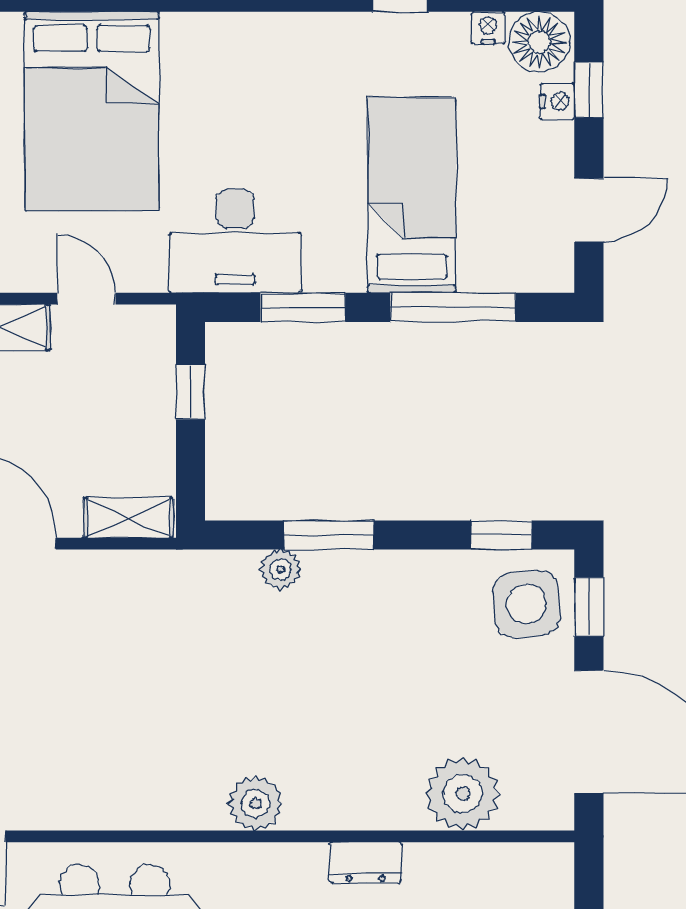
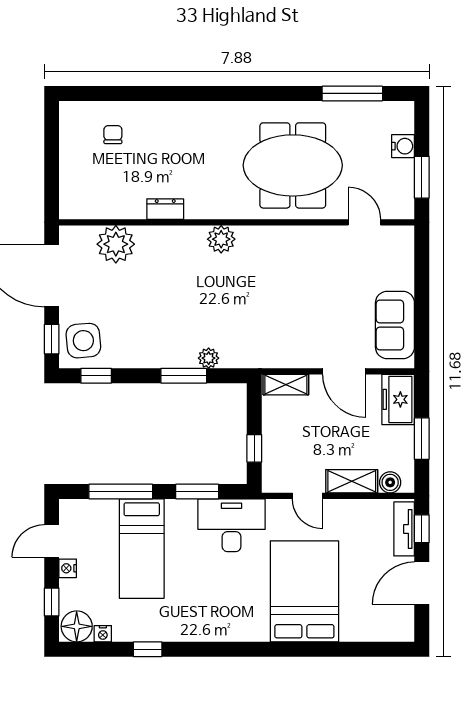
nightstand: (557, 101) -> (68, 568), moved

